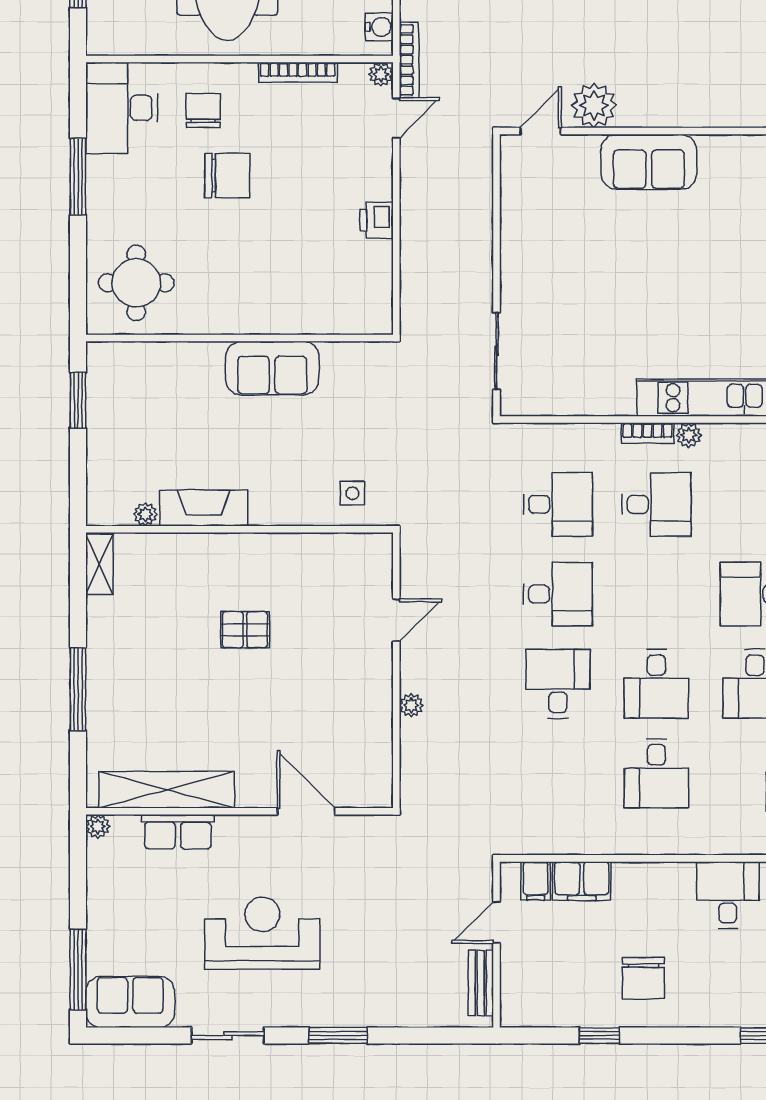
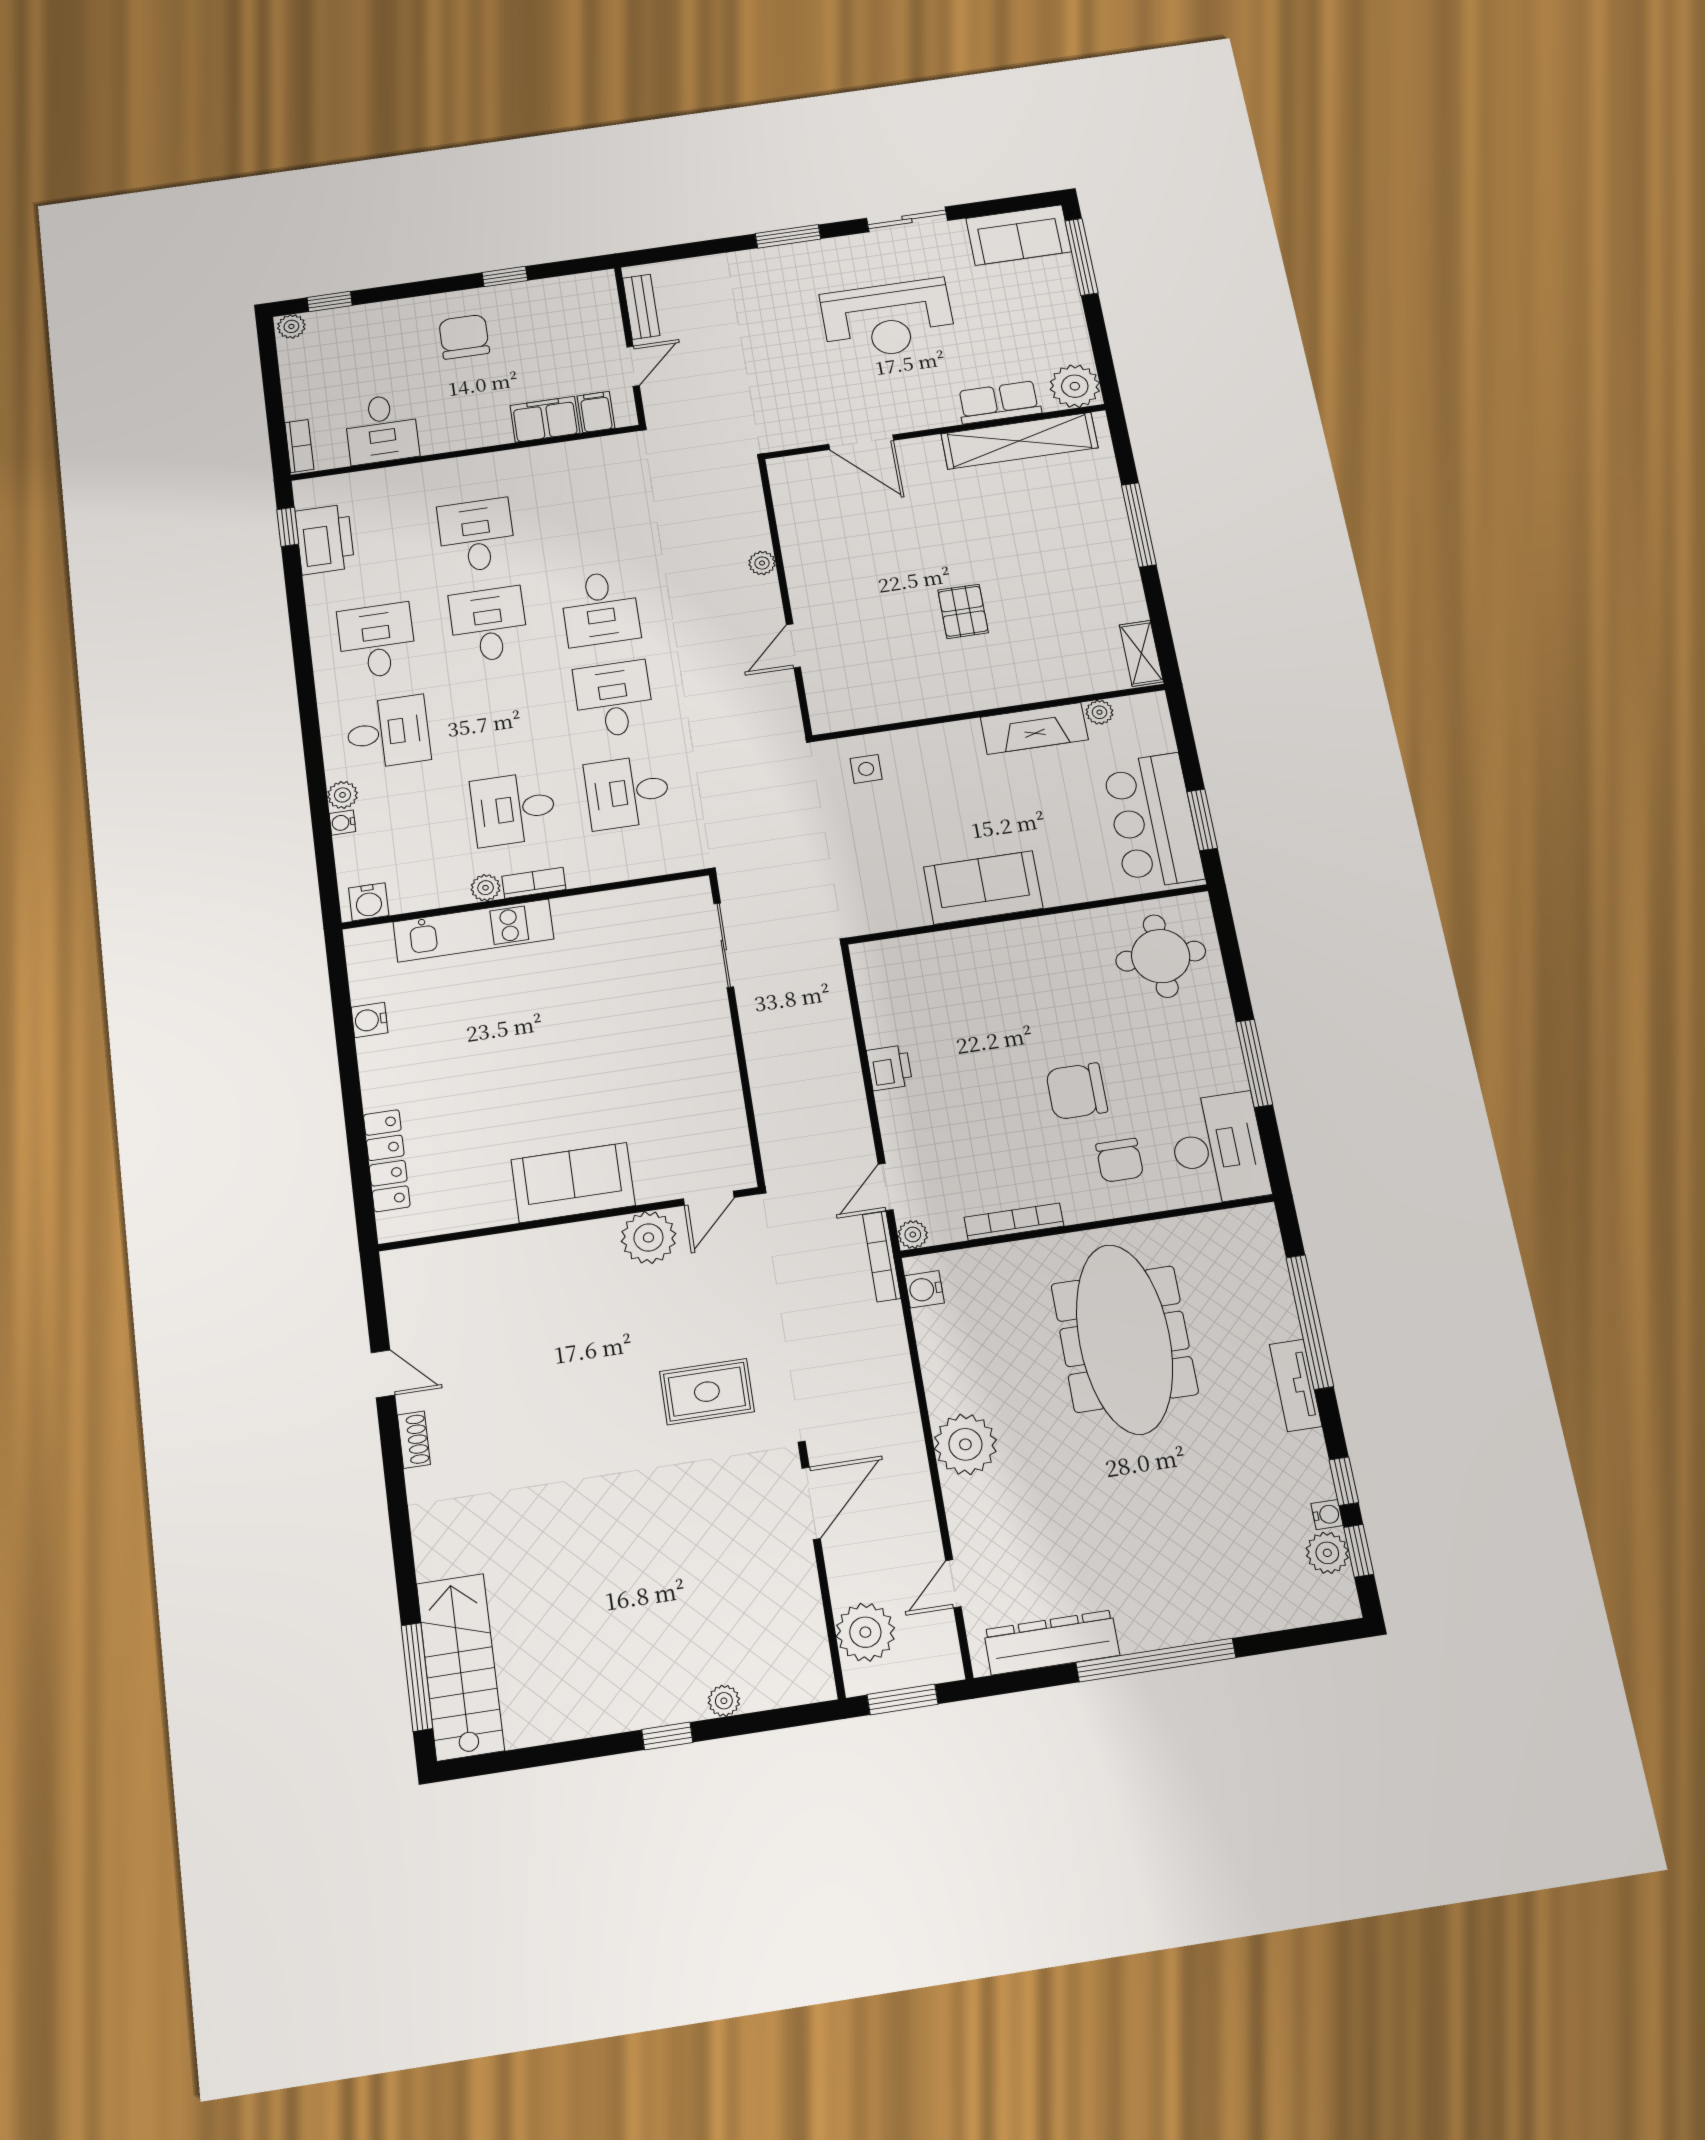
bar counter: (119, 406) -> (1153, 821), added
desk: (558, 594) -> (614, 699), turned 90
pallet: (245, 630) -> (963, 611), turned 90
plant: (98, 826) -> (1075, 386), width x1.88, depth x1.88

